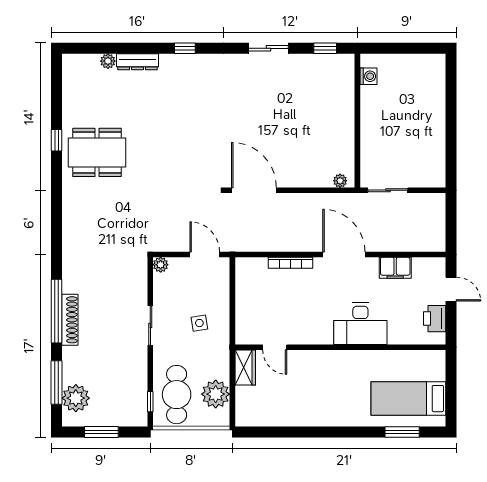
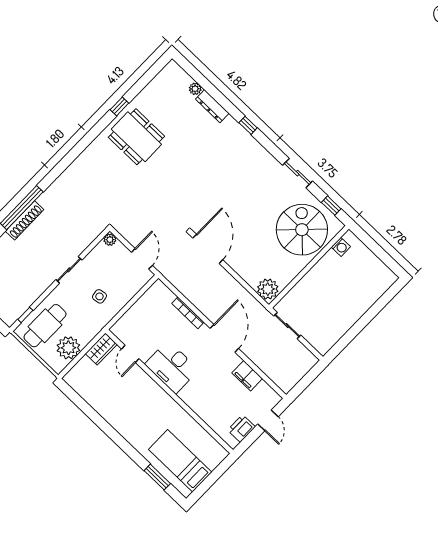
spiral stairs: (320, 94) -> (302, 230), added
plant: (340, 181) -> (268, 289), width x1.88, depth x1.88
desk: (360, 324) -> (172, 367), moved

